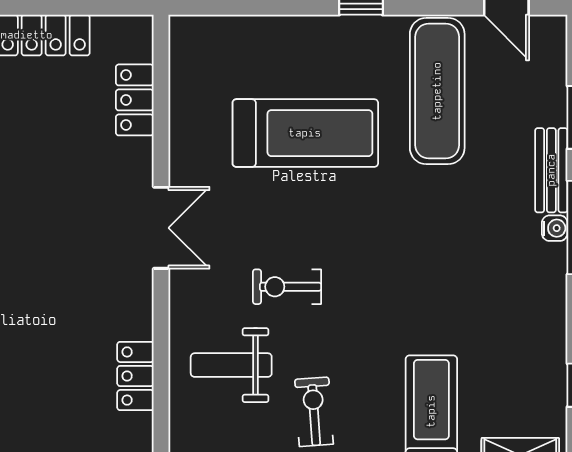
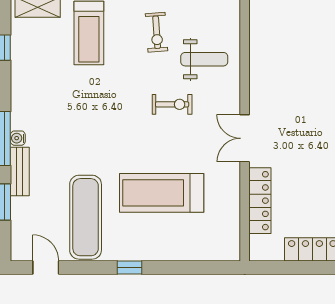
locker: (135, 100) -> (260, 201), width x1.53
locker: (135, 376) -> (259, 53), removed

